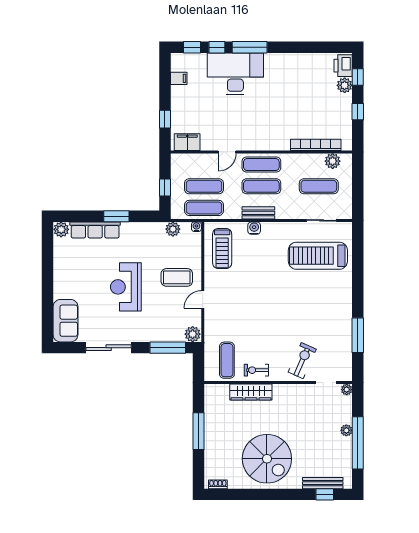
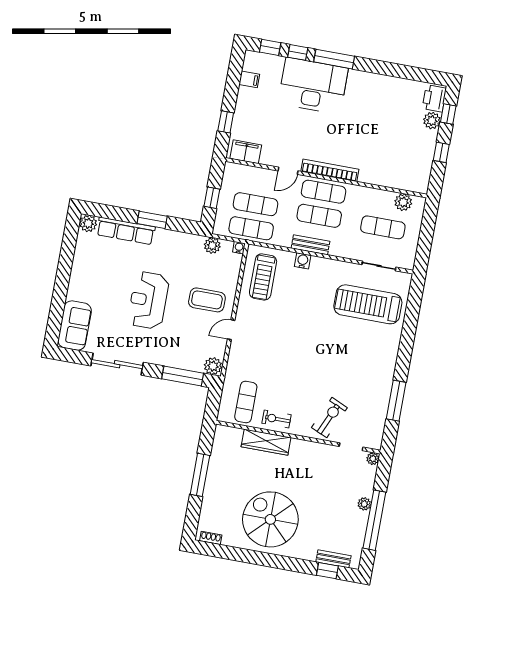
bookcase: (316, 145) -> (330, 170), moved
spiral stairs: (267, 459) -> (270, 519), turned 180
bench: (323, 483) -> (333, 559), width x0.73

